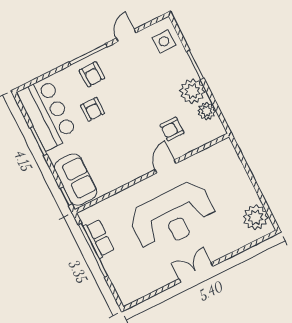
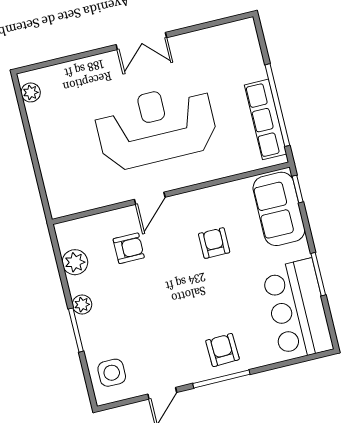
plant: (192, 91) -> (82, 305), width x0.53, depth x0.53
armchair: (93, 109) -> (214, 243), moved
plant: (256, 217) -> (31, 92), width x0.53, depth x0.53
row of seats: (99, 239) -> (266, 119), width x1.48

